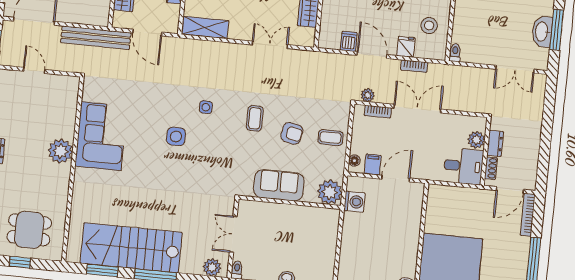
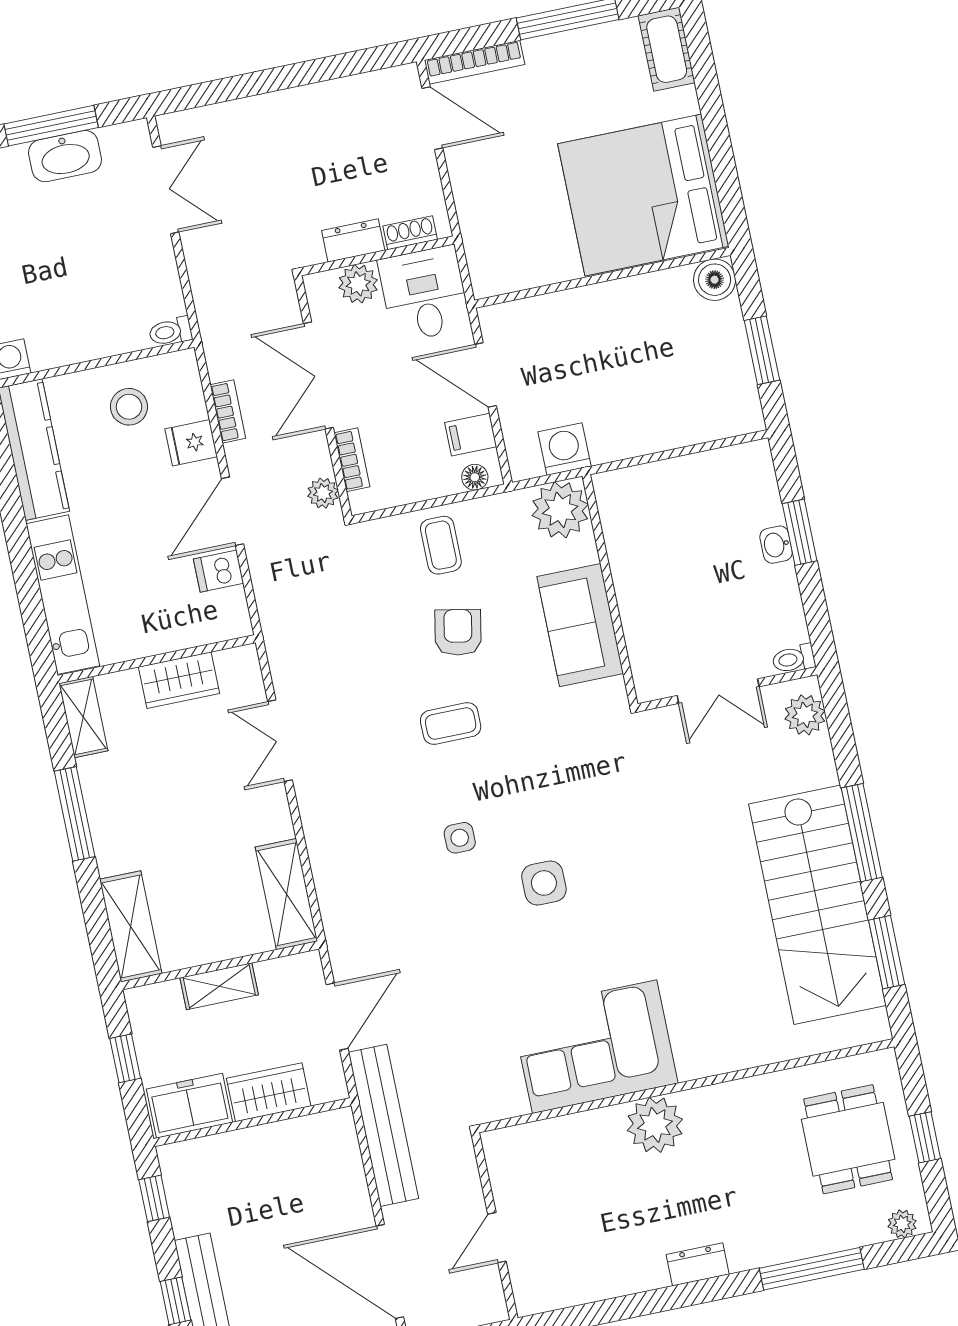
plant: (476, 140) -> (358, 284), moved
dresser: (495, 143) -> (353, 240), moved
wall: (486, 151) -> (377, 256), moved
desk: (464, 166) -> (424, 294), moved
shoe rack: (491, 168) -> (410, 233), moved

